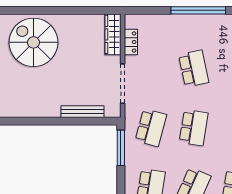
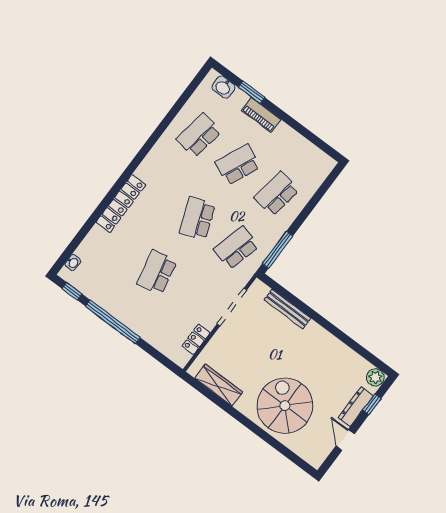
wardrobe: (113, 34) -> (219, 385), moved, turned -90
spiral stairs: (33, 42) -> (285, 406), turned 180
school desk: (194, 128) -> (197, 218), turned -30

